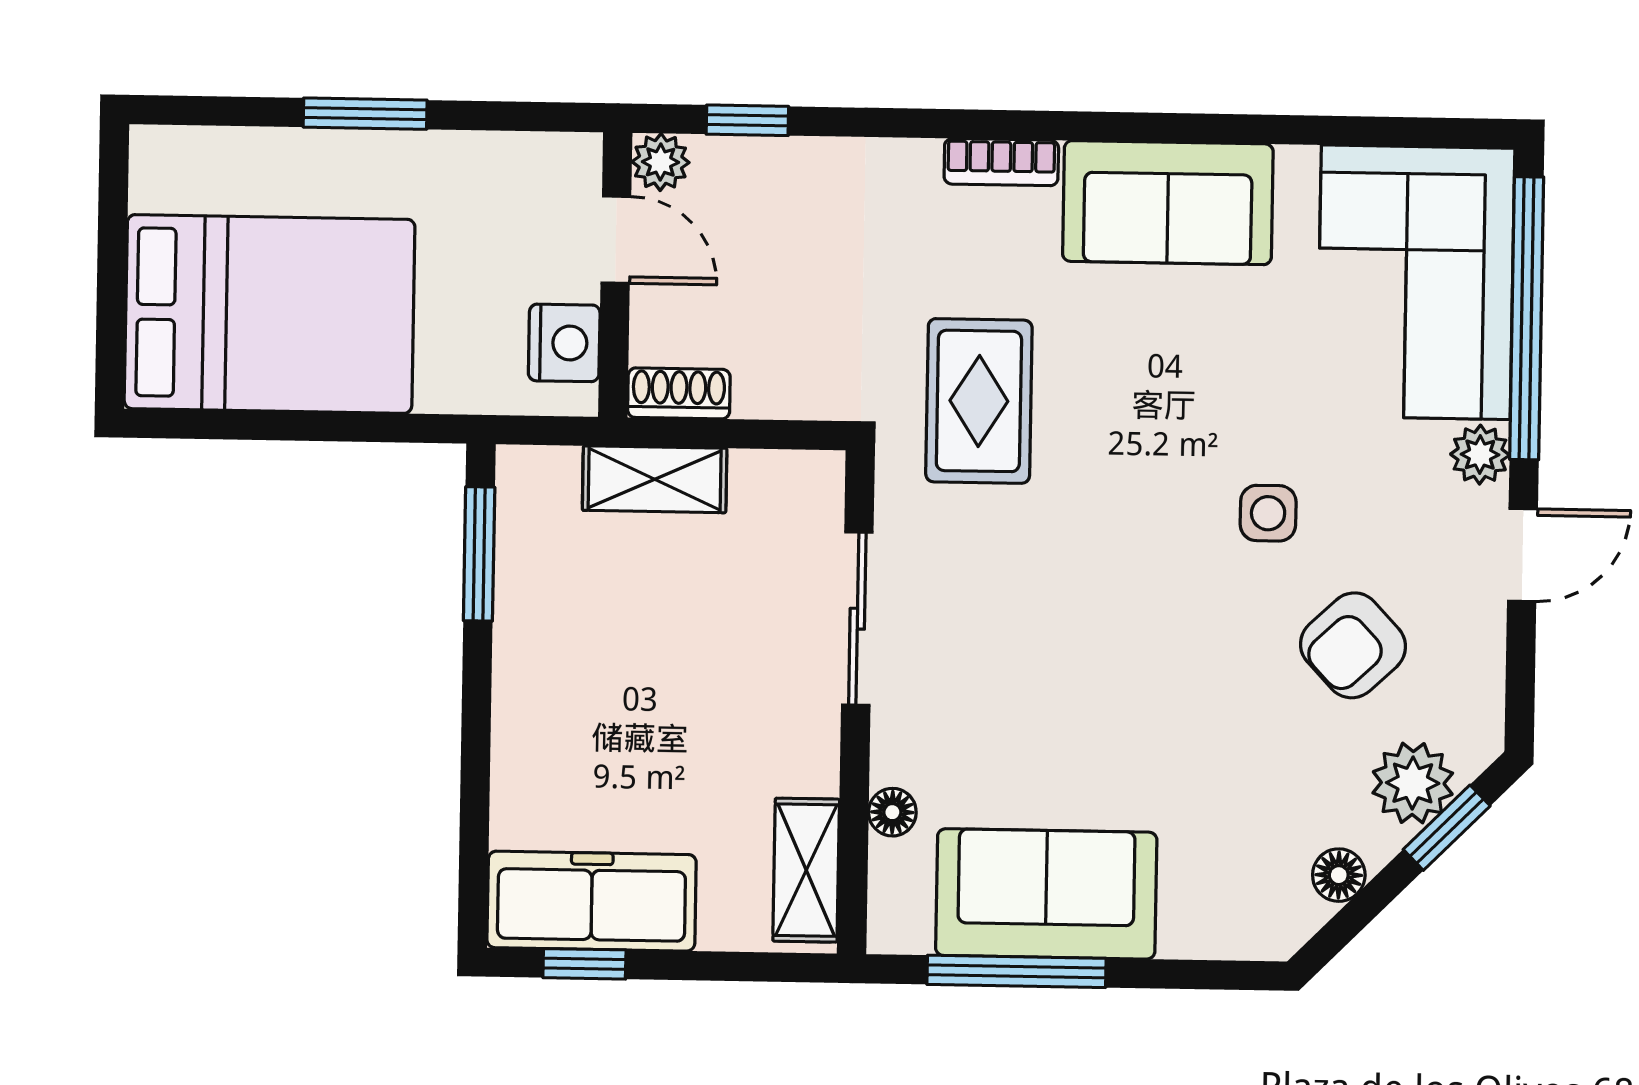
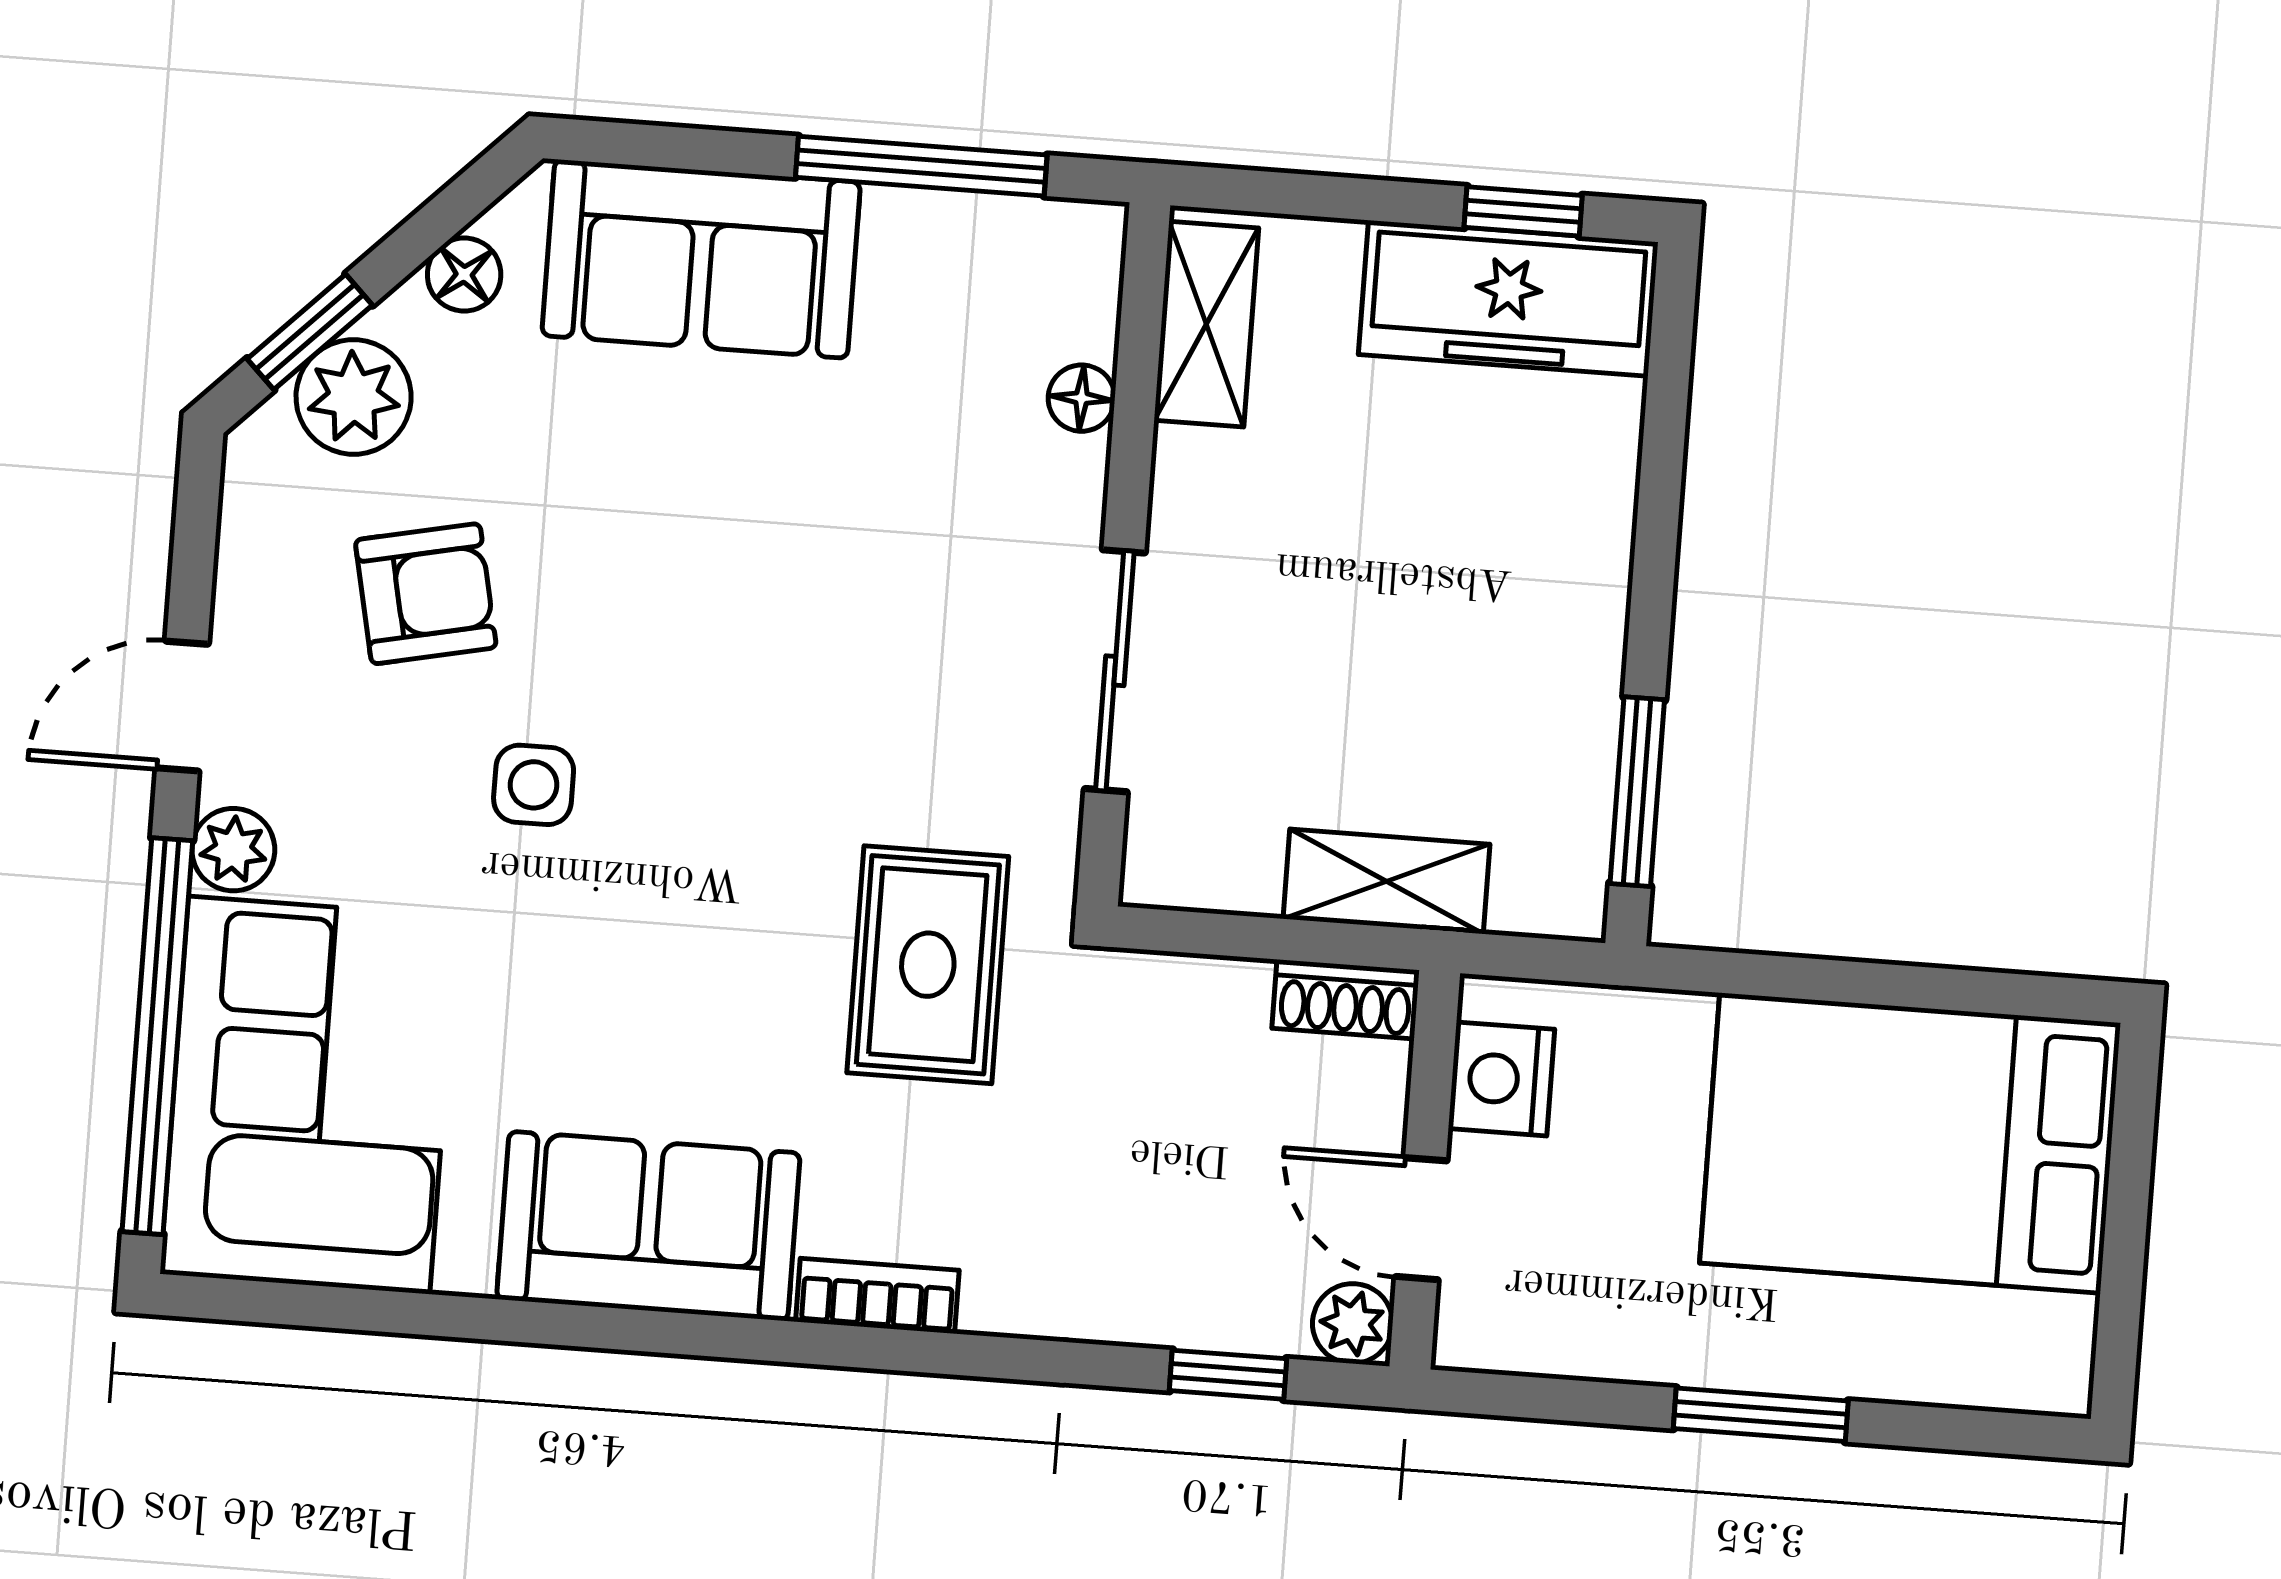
armchair: (1353, 645) -> (426, 594), turned 31
sofa: (1046, 894) -> (701, 259), moved

